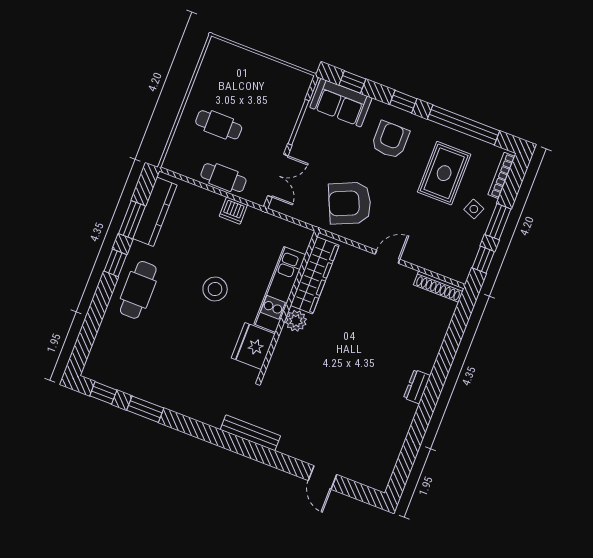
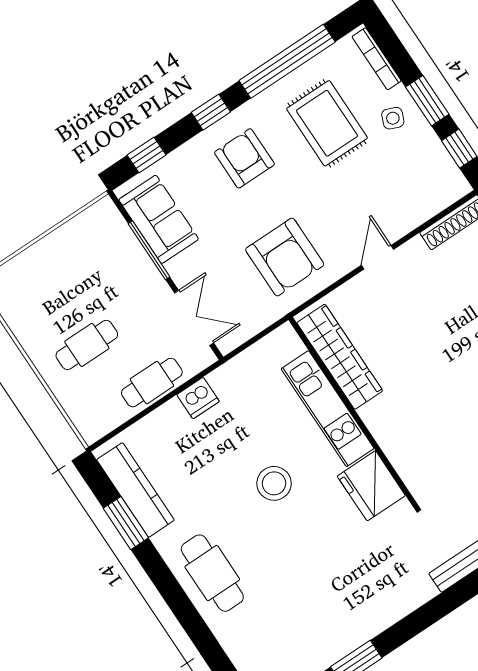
sofa: (341, 103) -> (159, 219), moved, turned -90
armchair: (350, 203) -> (285, 257), turned -66
window: (115, 263) -> (162, 578), removed
plant: (296, 321) -> (377, 416), removed

